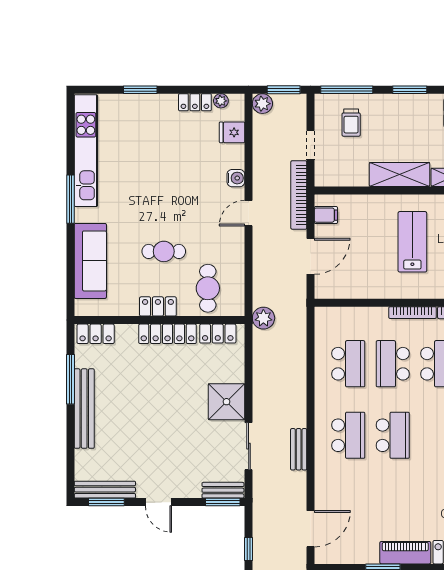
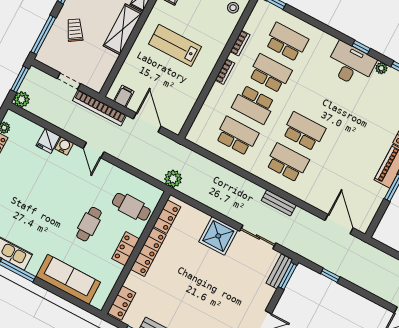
trolley: (351, 123) -> (75, 30), moved, turned -123
fridge: (232, 132) -> (48, 141), moved
bookcase: (413, 313) -> (225, 72), width x0.64

